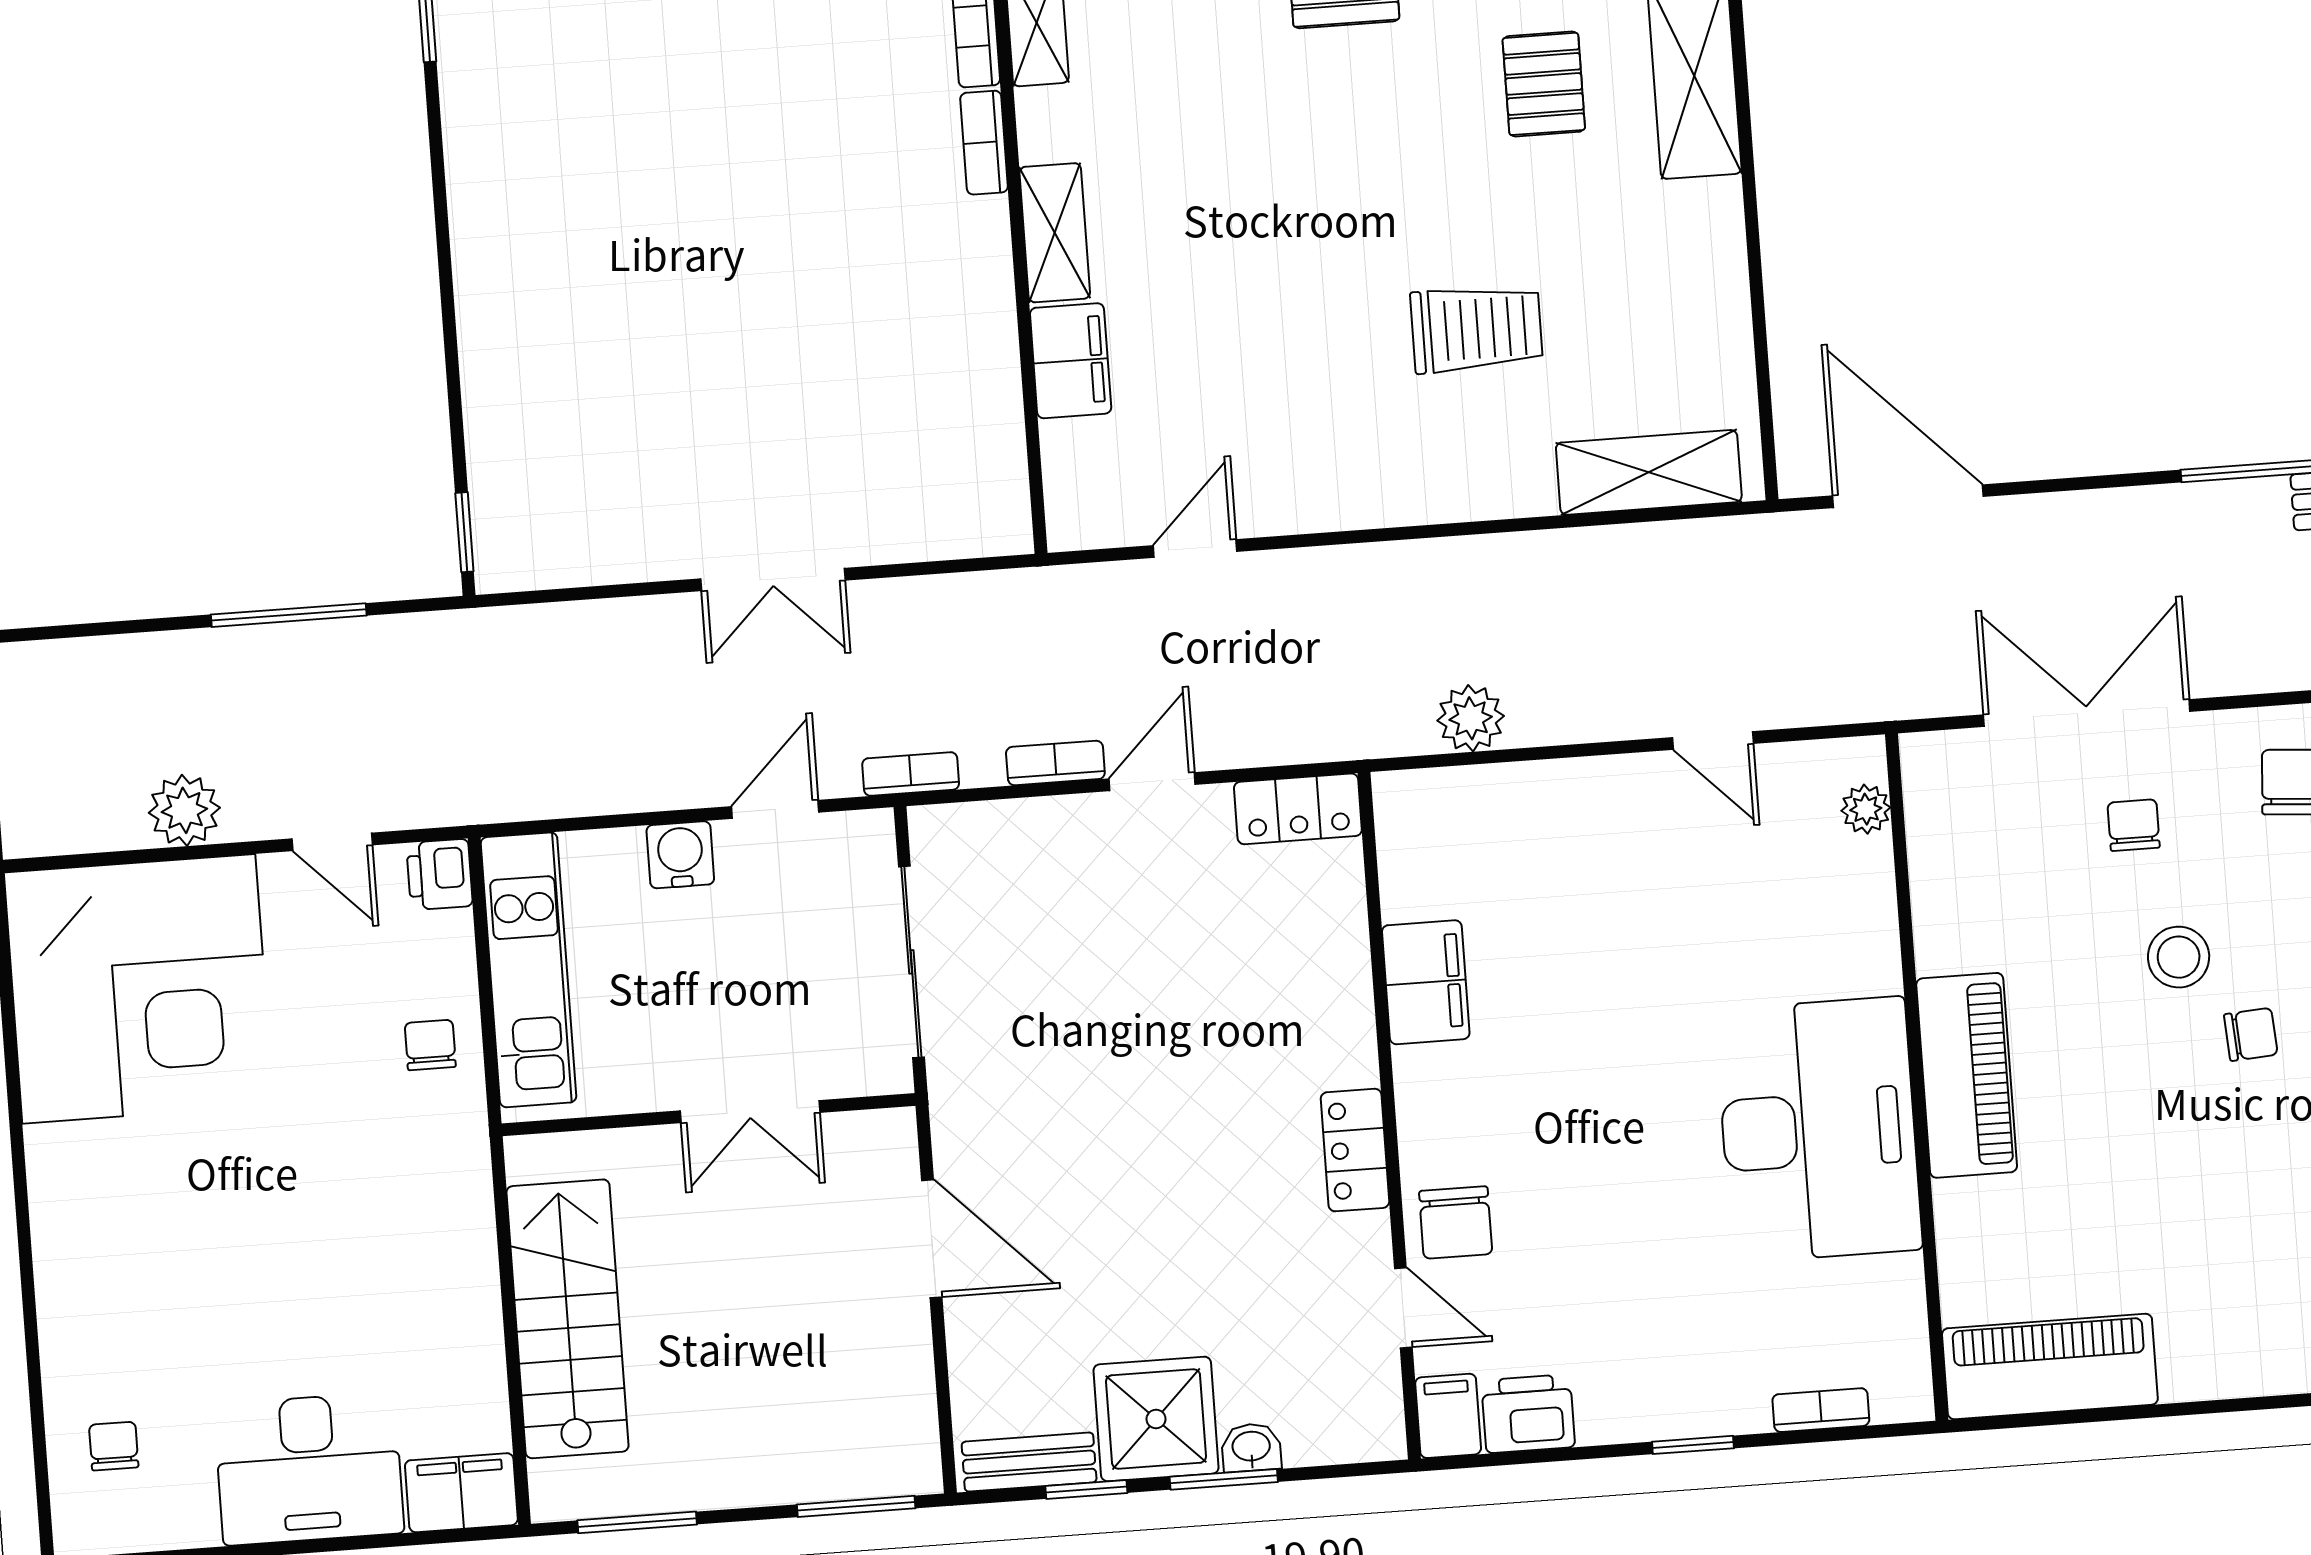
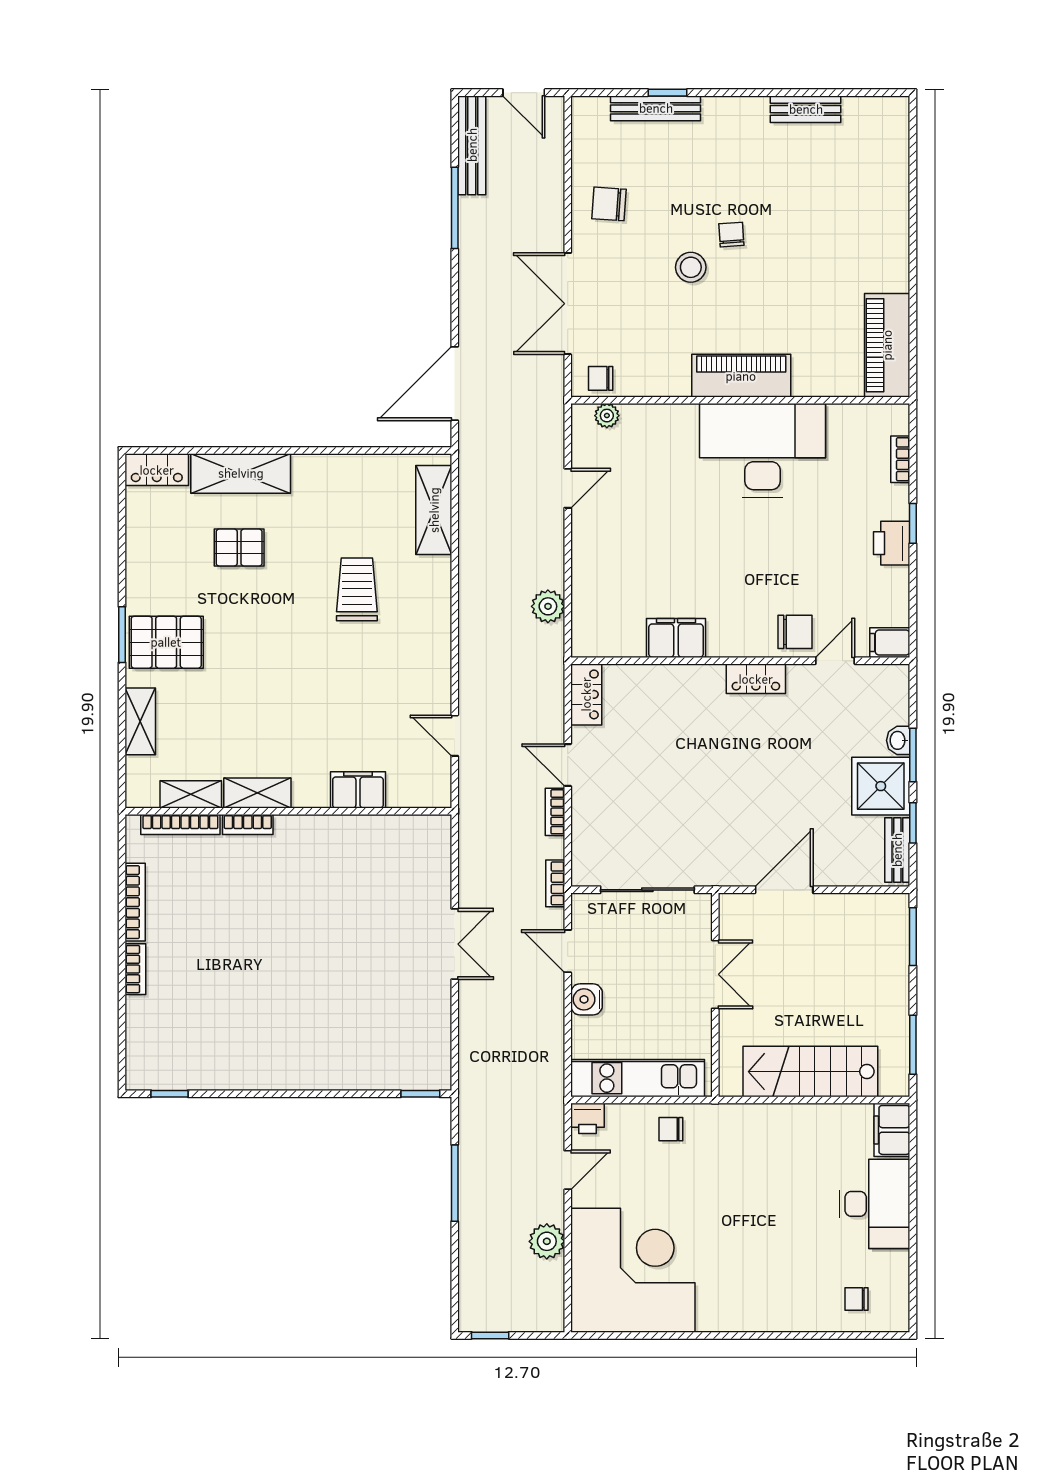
shelving: (1055, 233) -> (257, 793), moved
chair: (2134, 825) -> (601, 378), moved
printer: (1528, 1414) -> (892, 543), moved

